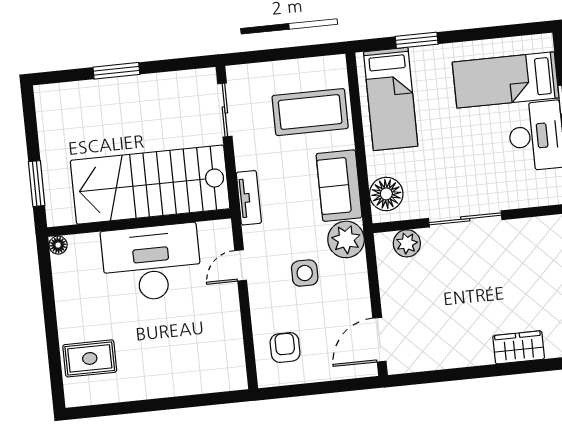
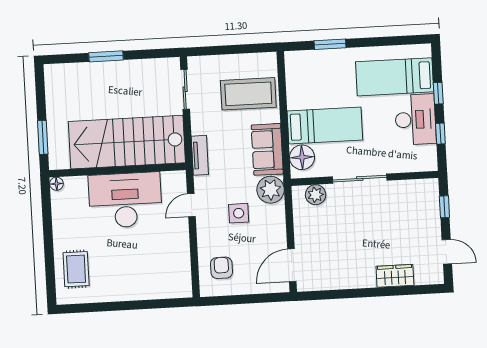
bed: (391, 99) -> (325, 126), moved, turned -90
rug: (90, 358) -> (76, 269), turned 90

